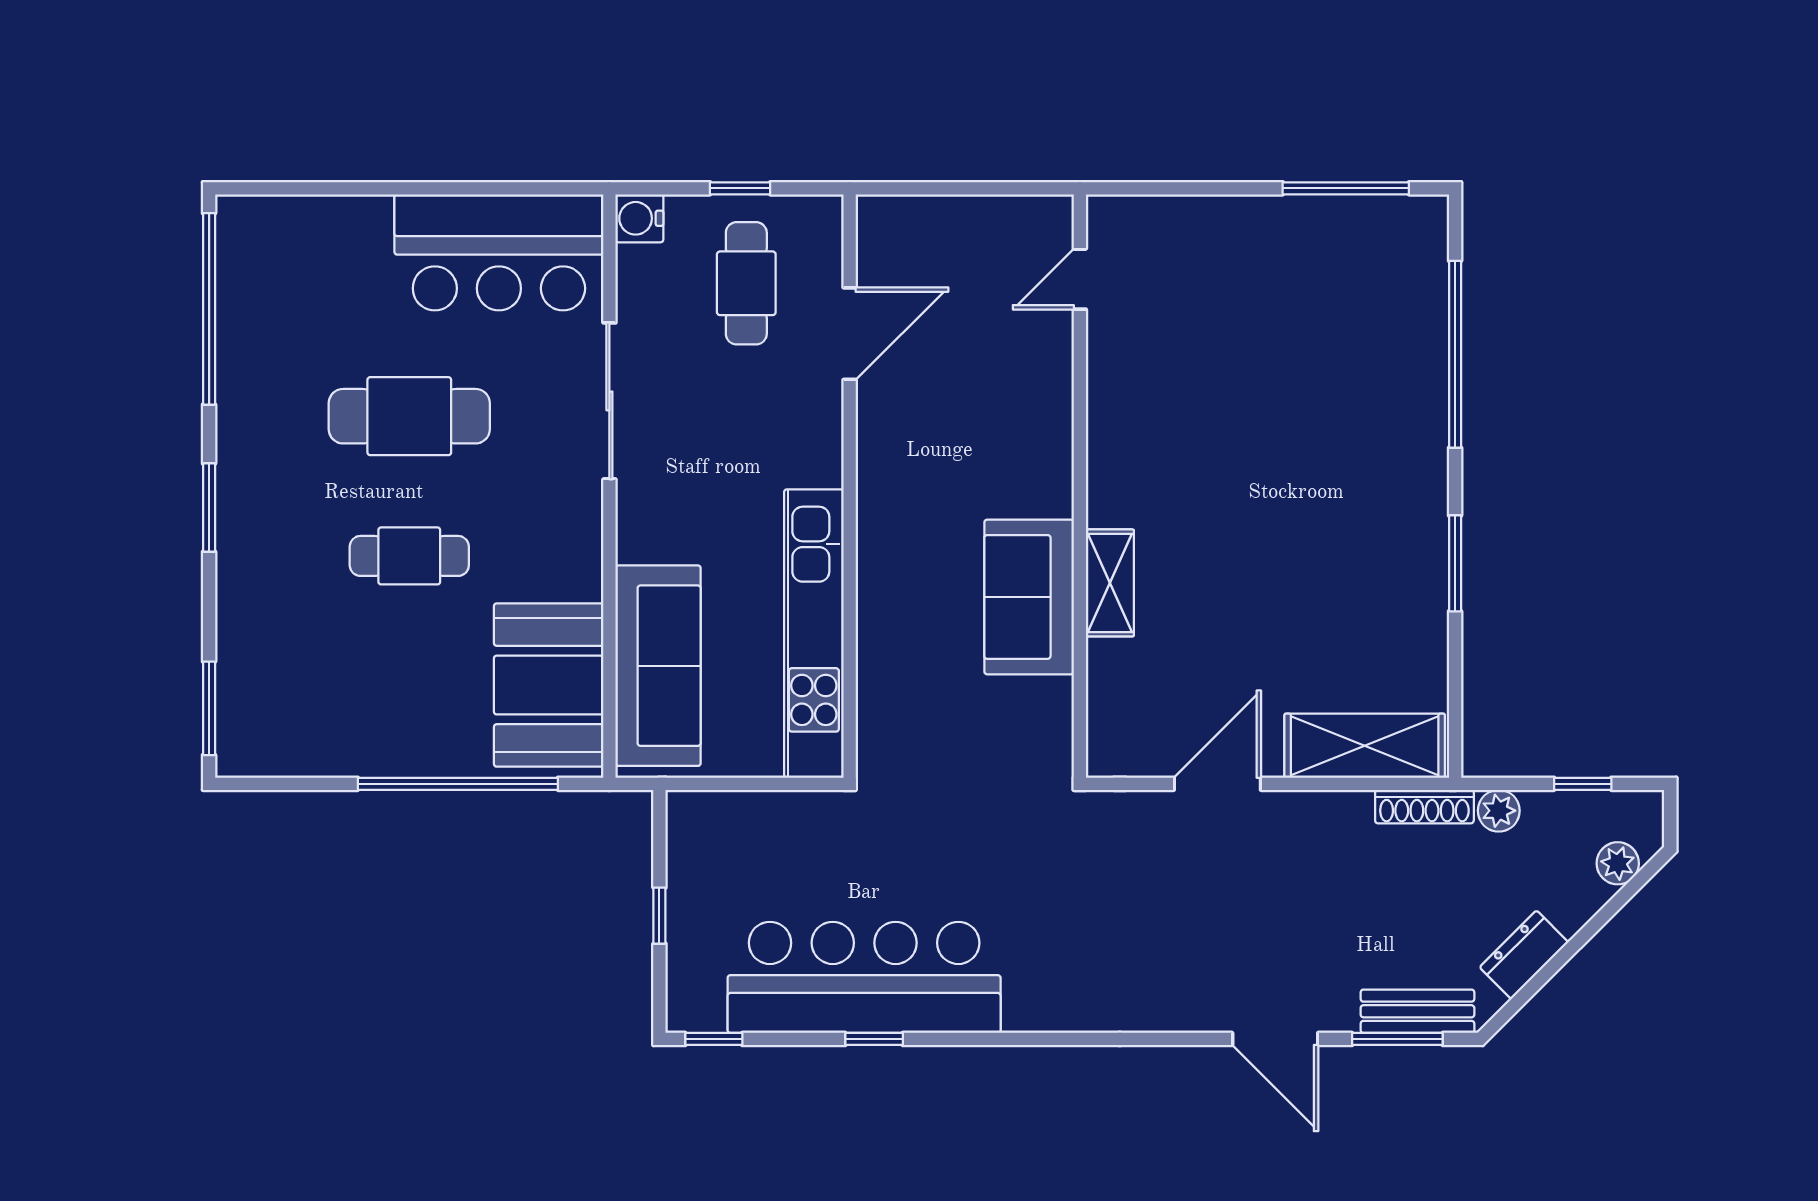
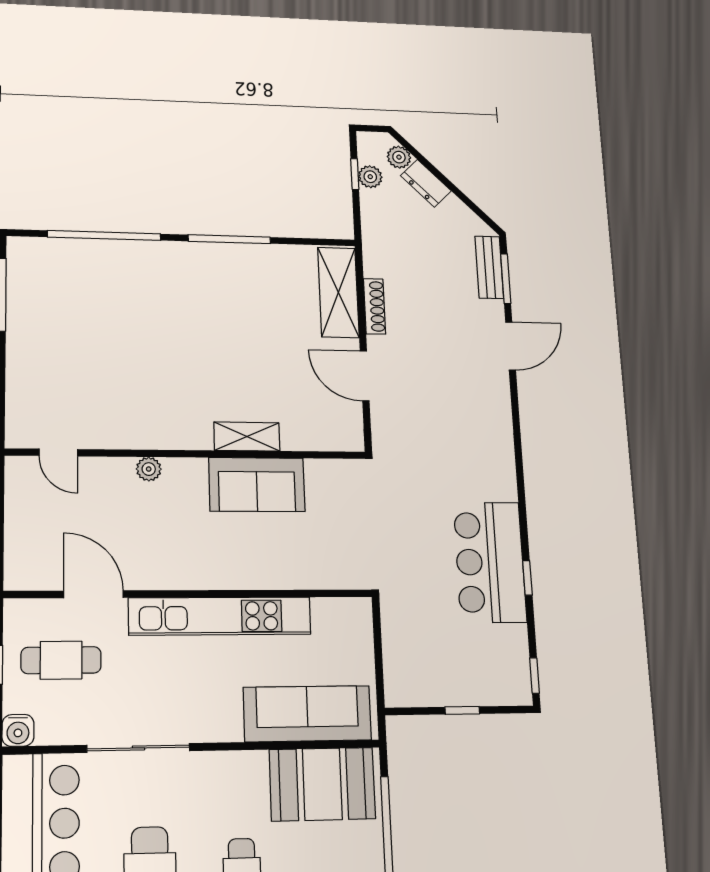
plant: (1054, 423) -> (149, 469), added
window: (1455, 563) -> (229, 239), width x1.44
kitchen unit: (814, 634) -> (220, 616), moved
shoe rack: (1424, 807) -> (375, 306), moved
plant: (1499, 811) -> (370, 177), moved
dresser: (1524, 955) -> (426, 183), moved
bar counter: (864, 977) -> (490, 562), width x0.73

